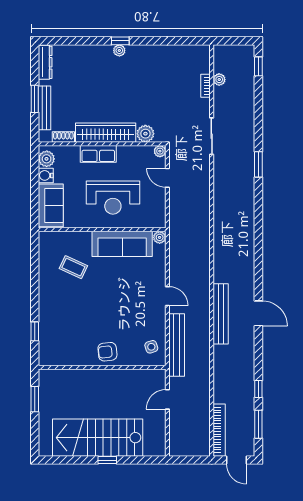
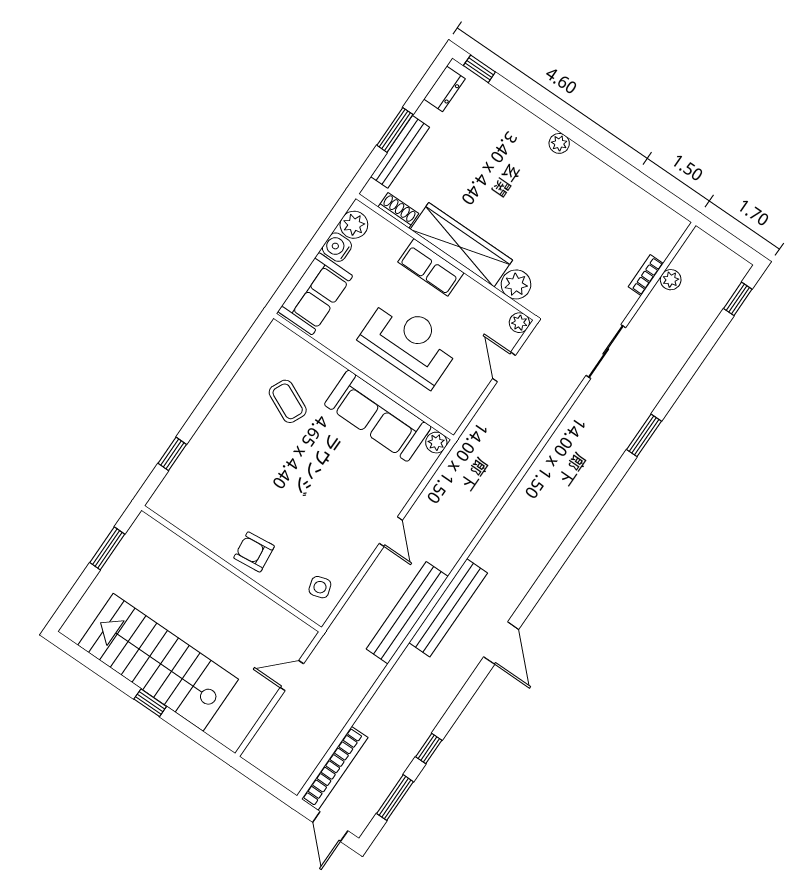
window: (120, 41) -> (479, 69), moved
dresser: (45, 62) -> (444, 89), width x0.70
reception desk: (113, 198) -> (409, 342), turned 180
bench: (177, 345) -> (407, 613), moved

